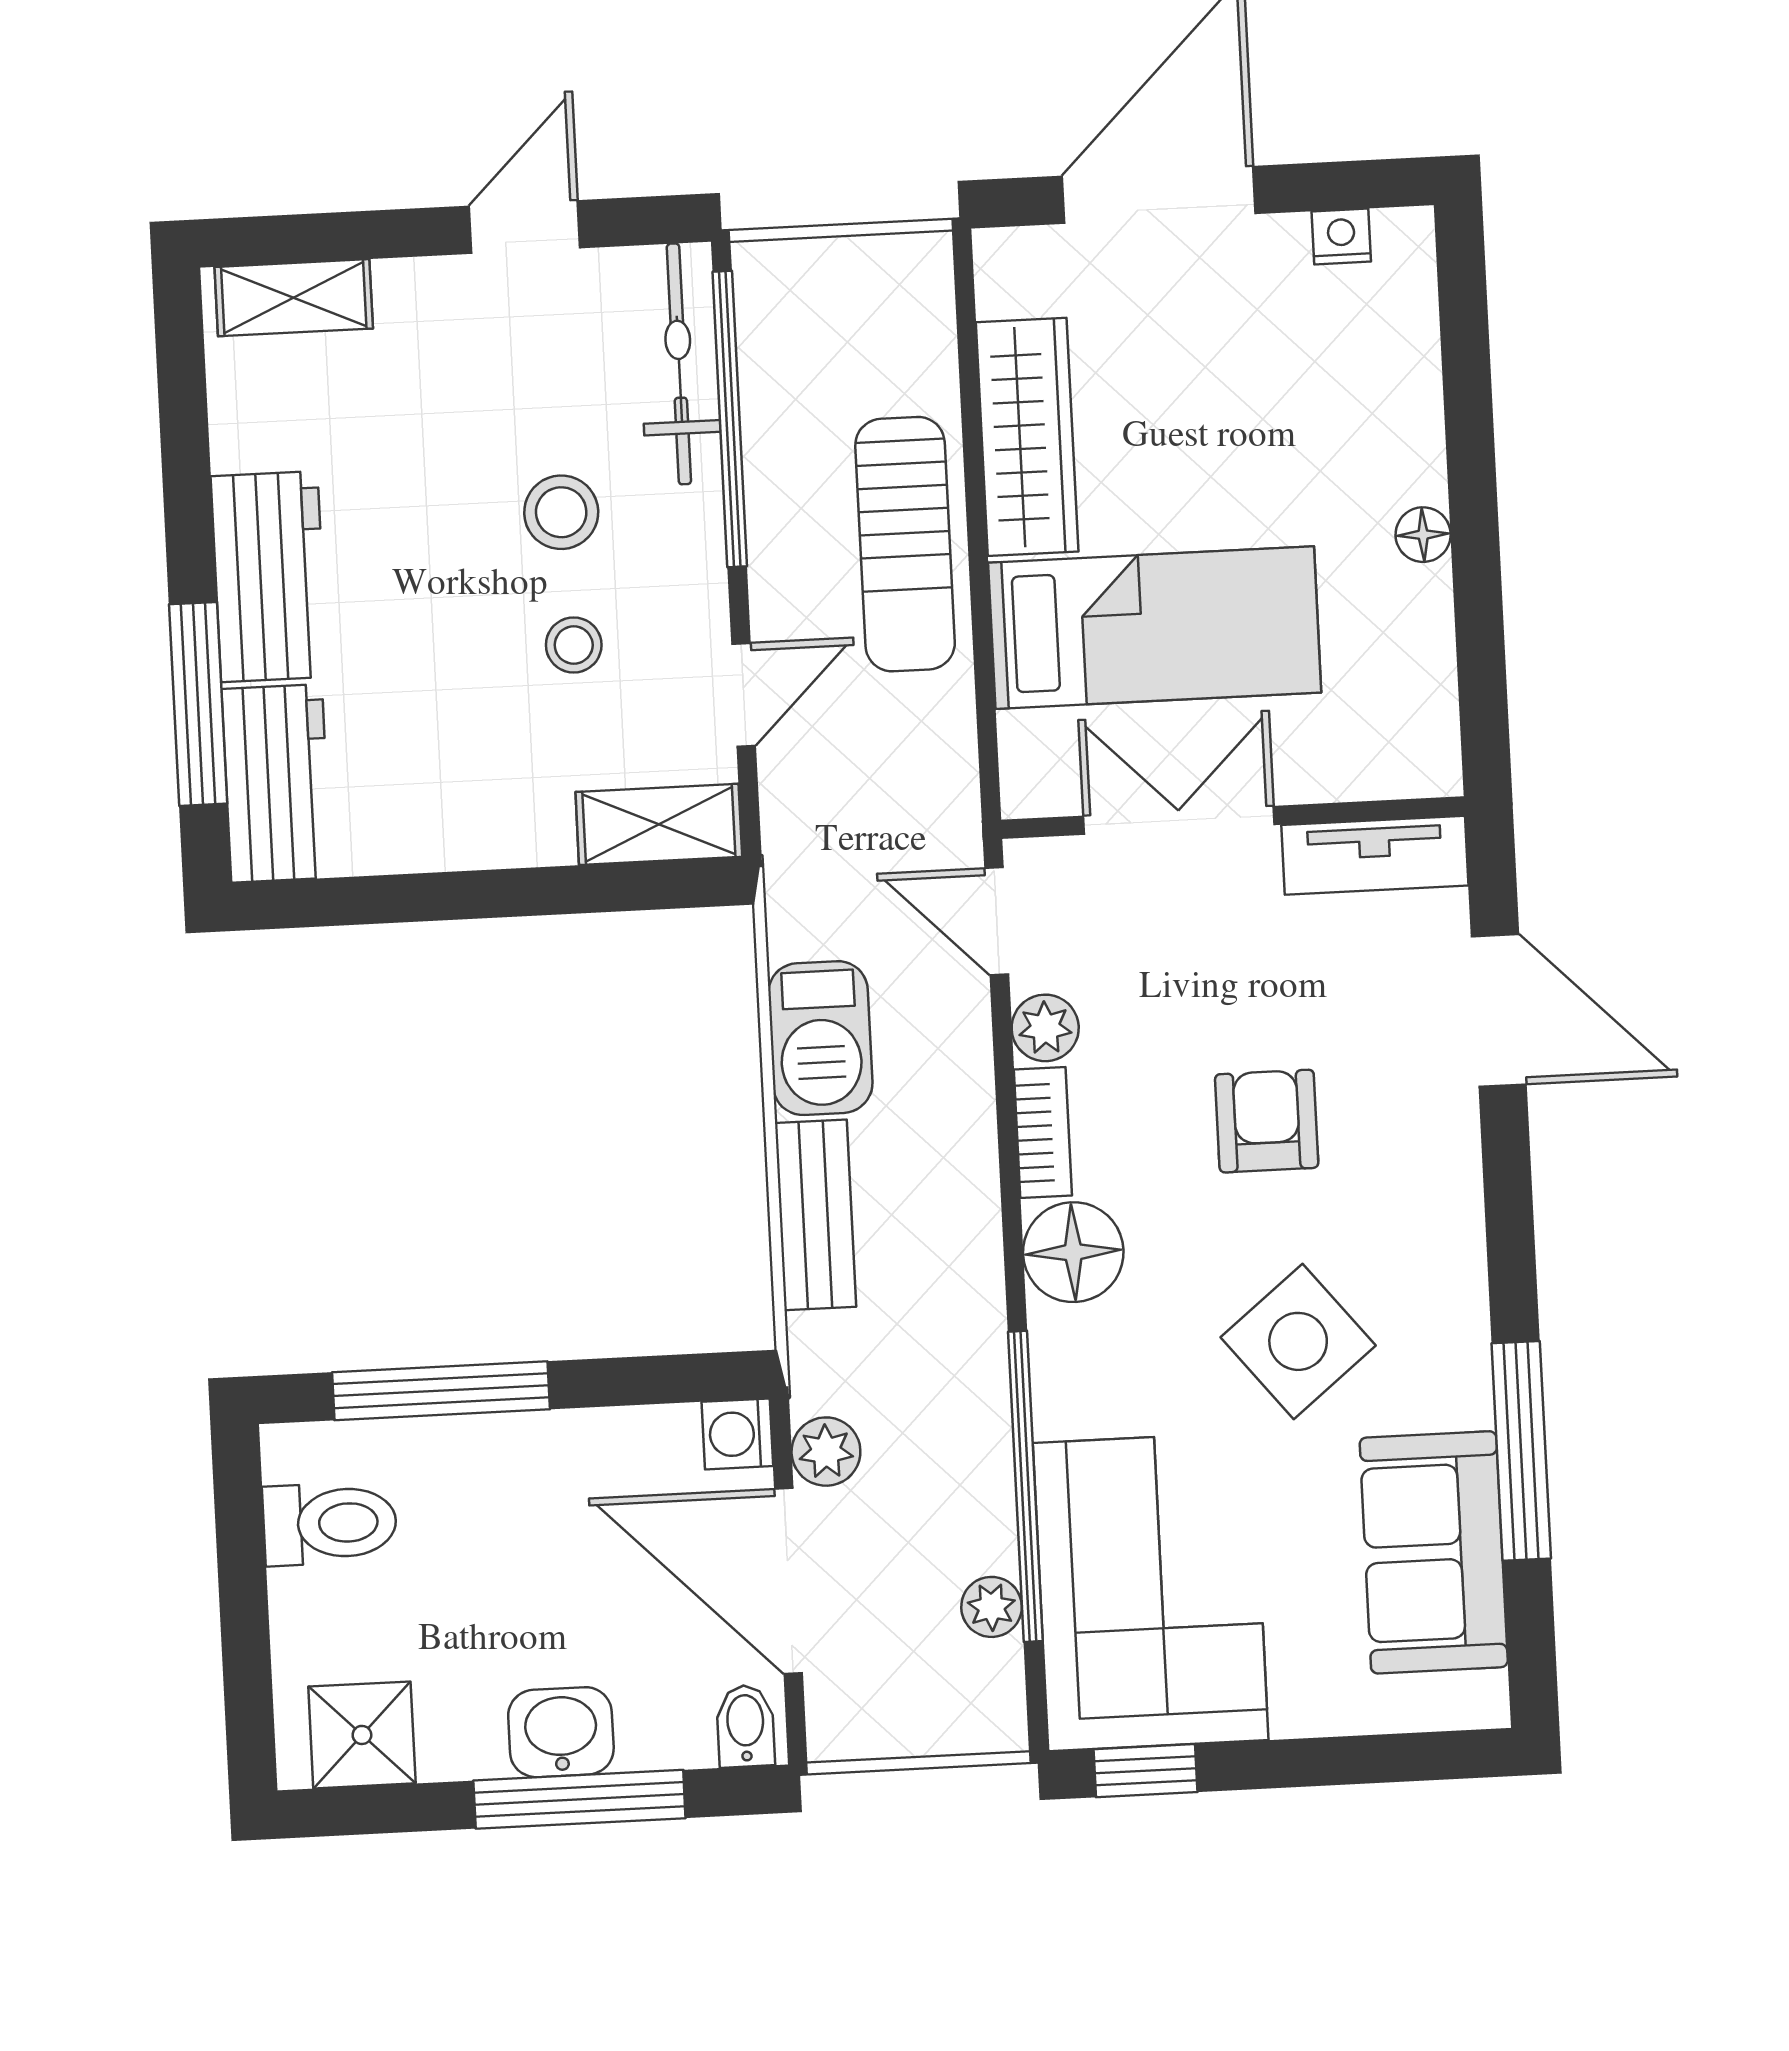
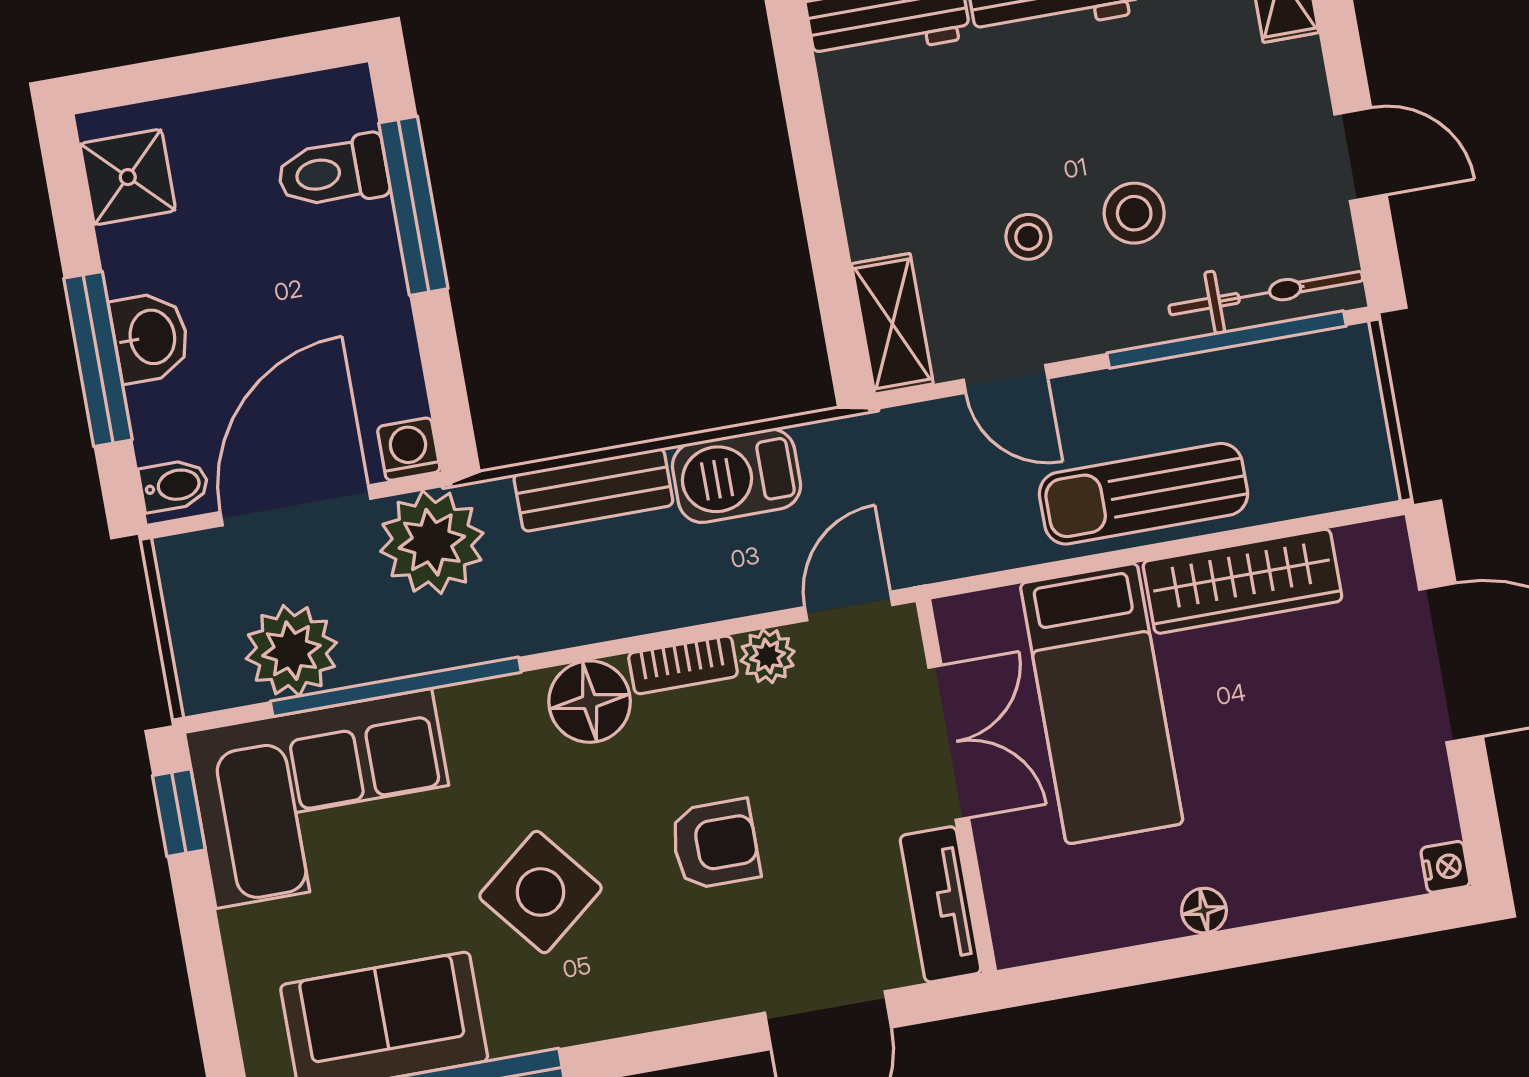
nightstand: (1341, 236) -> (1445, 867), moved
plant: (826, 1452) -> (432, 542), width x1.87, depth x1.87
toilet: (330, 1523) -> (333, 172), moved, turned 90
plant: (992, 1607) -> (291, 651), width x1.88, depth x1.88

